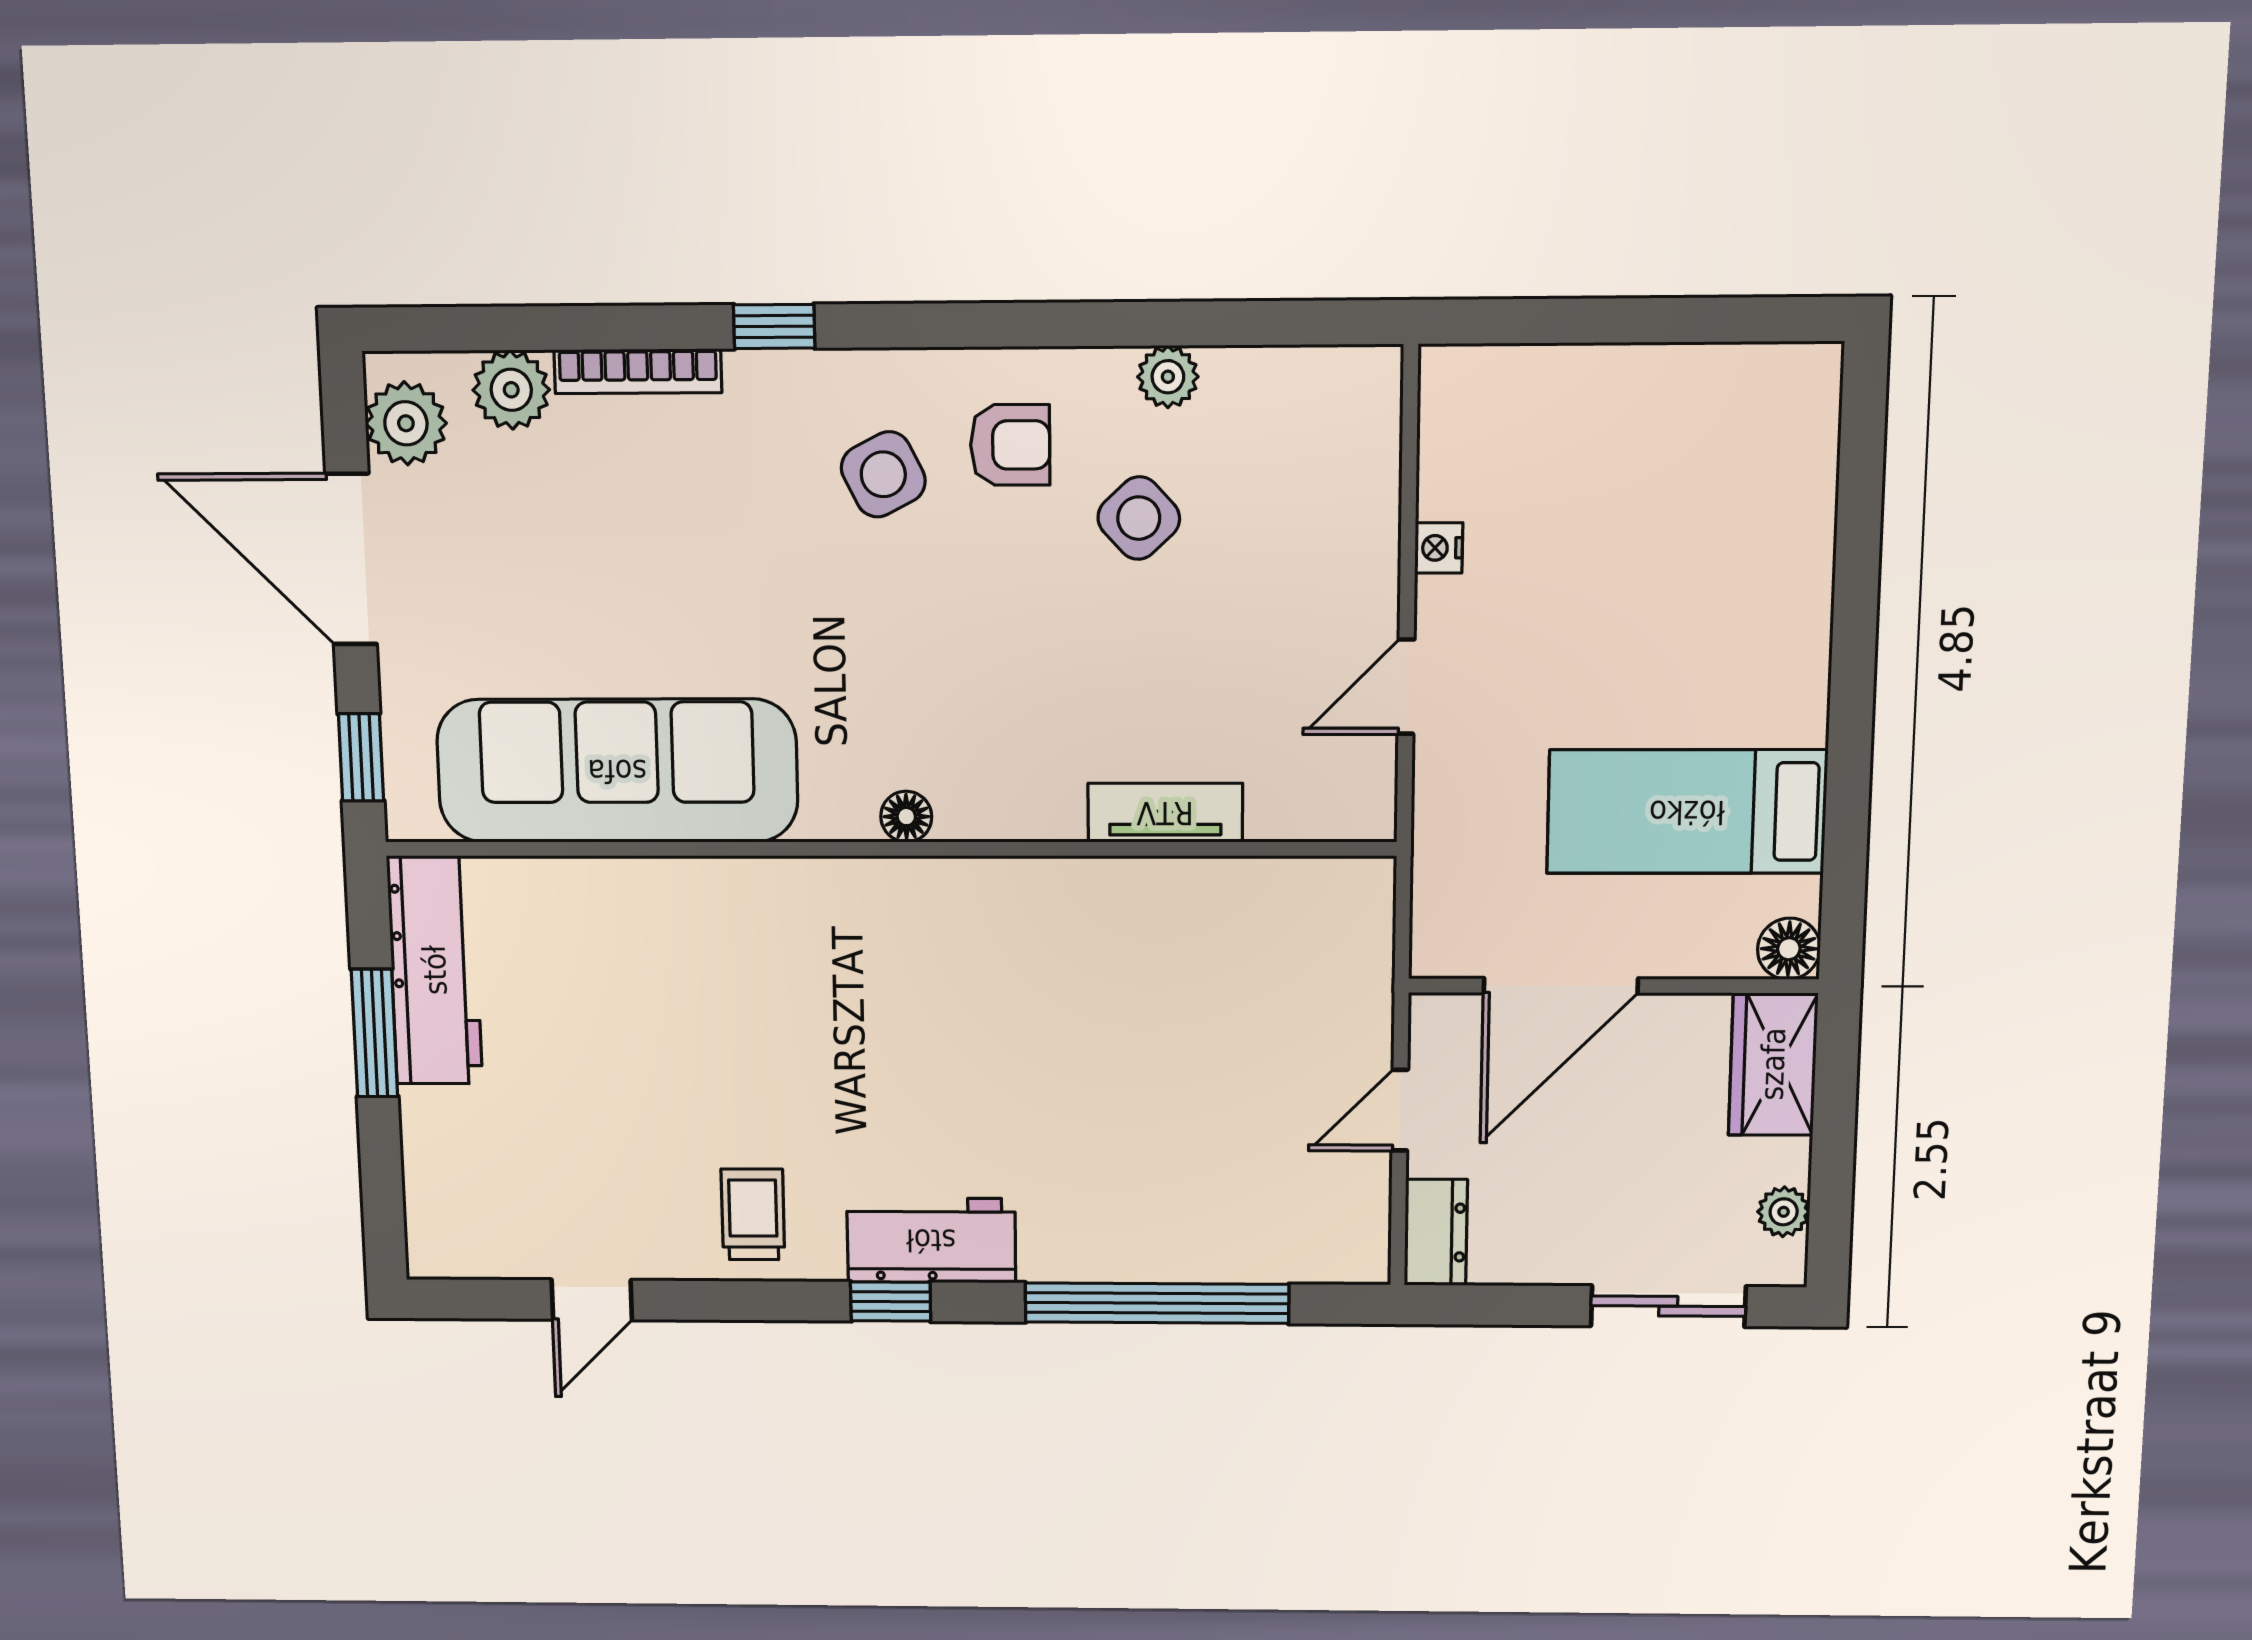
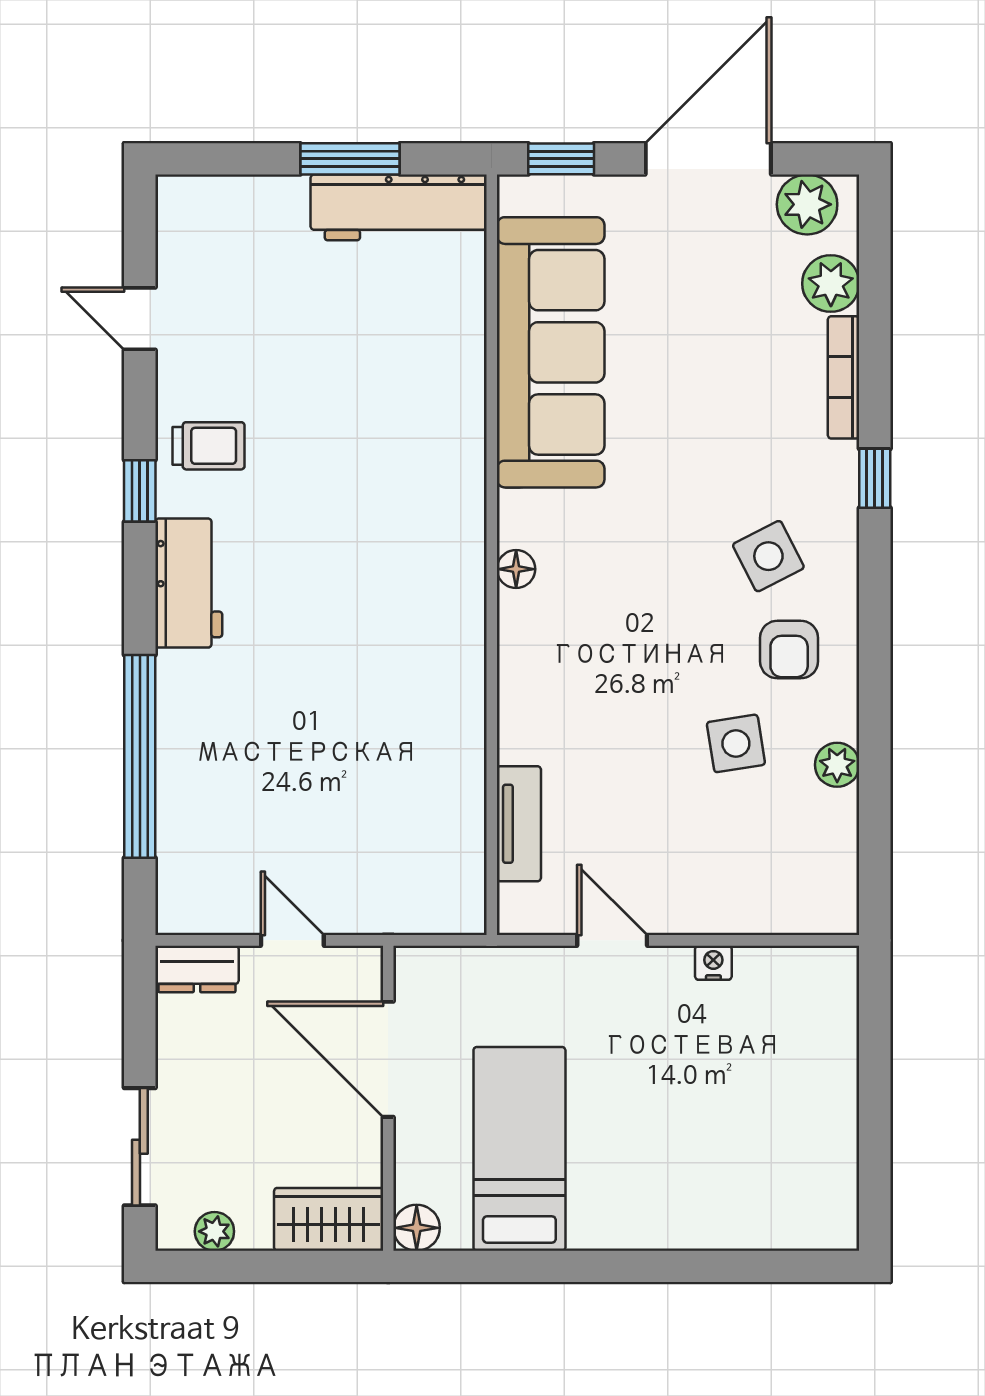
side table: (1139, 518) -> (736, 743), turned 34
tv unit: (1165, 813) -> (519, 824), moved
window: (891, 1302) -> (140, 491), moved

